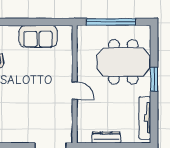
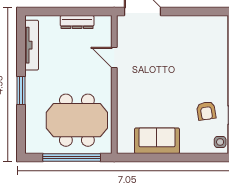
meeting table: (123, 62) -> (77, 120), moved
door: (75, 91) -> (114, 58), moved

